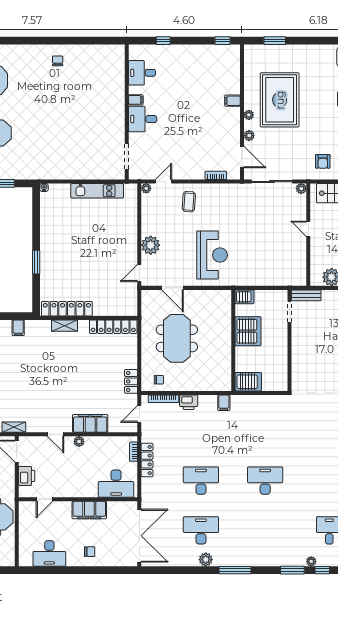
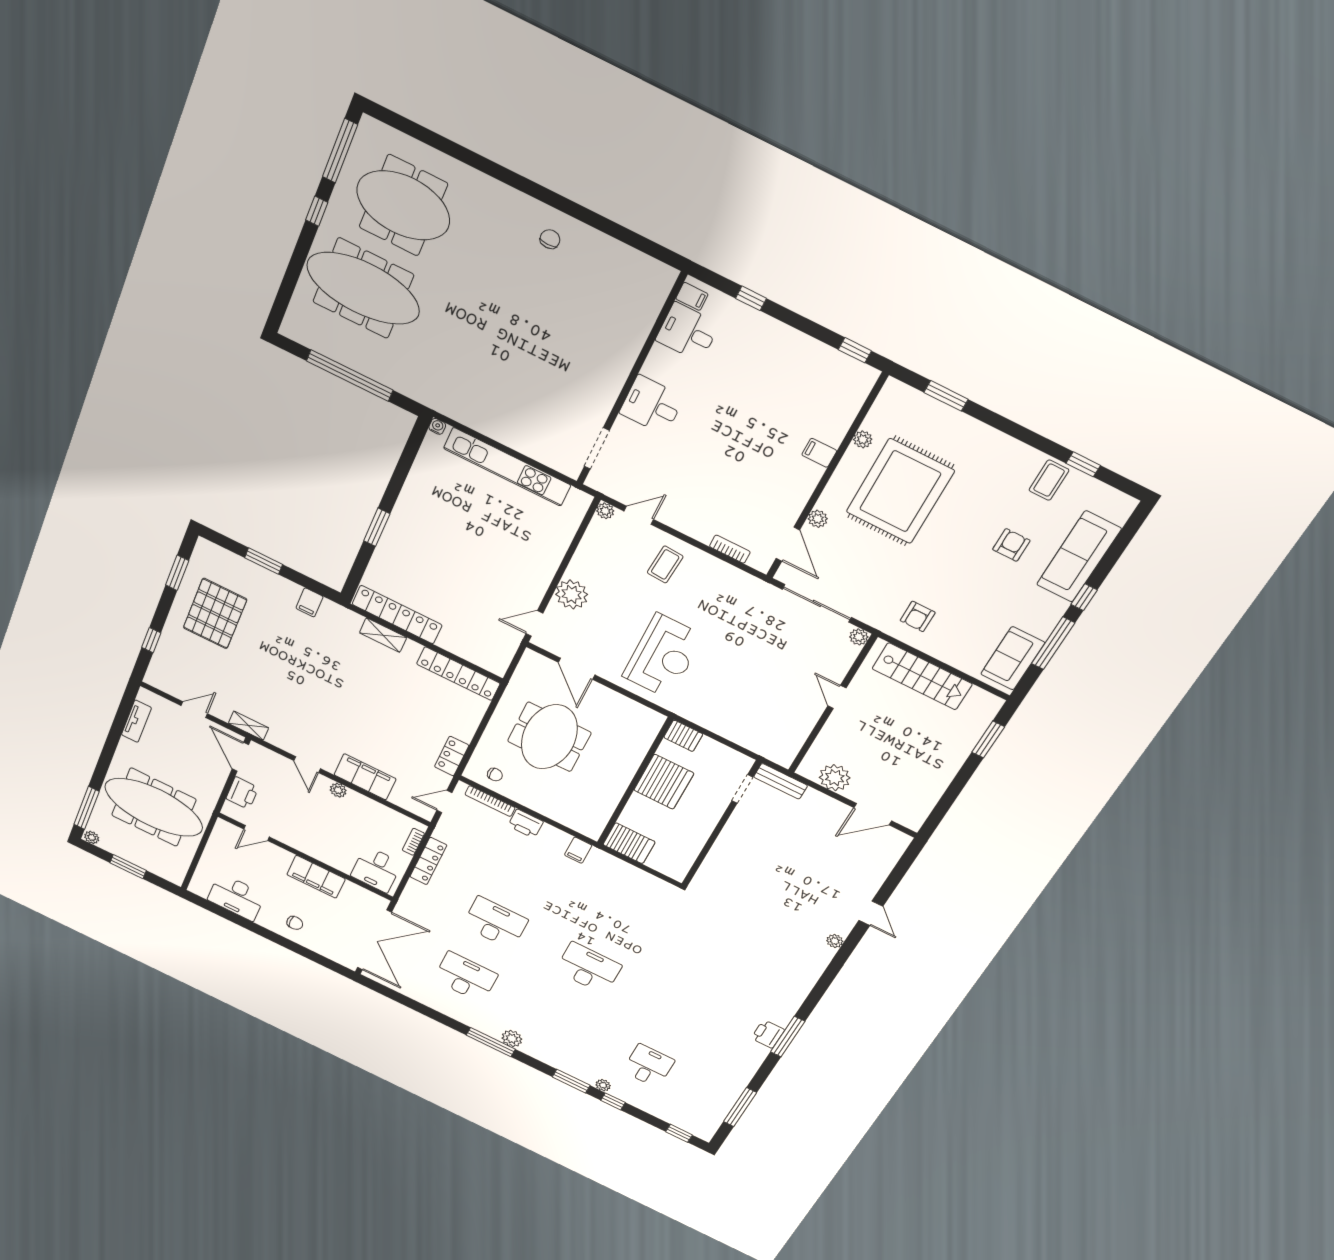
filing cabinet: (136, 100) -> (692, 296), moved
plant: (249, 115) -> (863, 439), moved
kitchen unit: (97, 191) -> (507, 467), width x1.36
desk: (116, 484) -> (376, 869), width x0.73
plant: (206, 560) -> (512, 1039), moved

